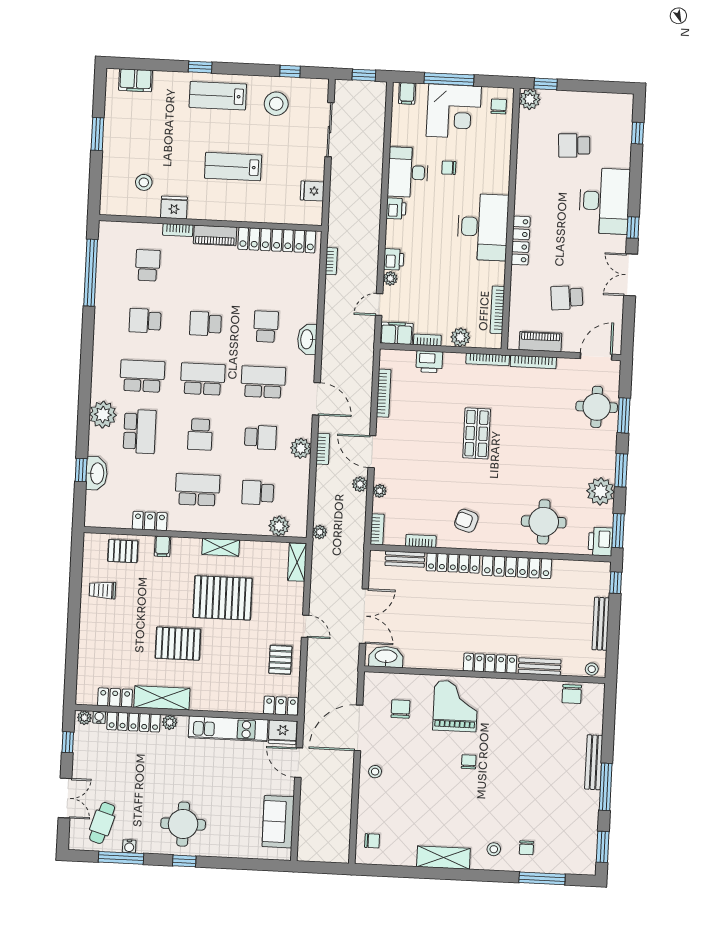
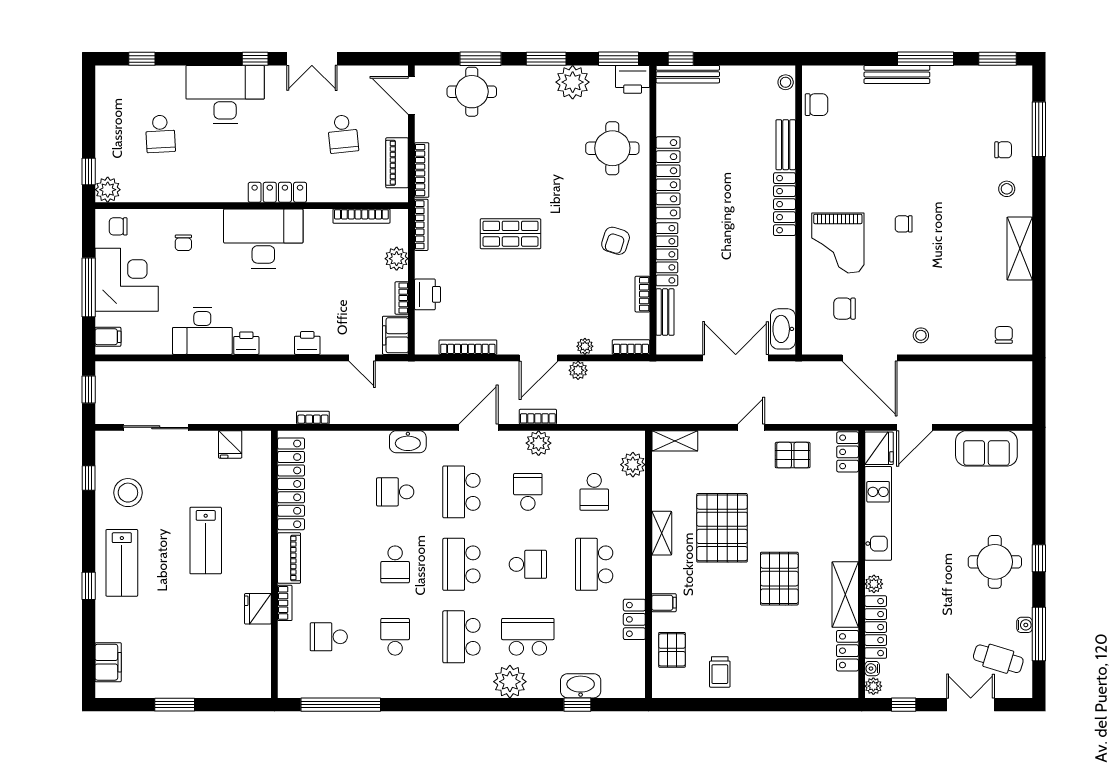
chair: (449, 168) -> (183, 243), moved
stool: (144, 182) -> (230, 646), removed
plant: (390, 278) -> (330, 346), removed
school desk: (145, 321) -> (395, 637), turned 180
plant: (320, 532) -> (638, 416), removed
bench: (601, 624) -> (688, 74), moved
grand piano: (455, 706) -> (838, 243), turned -90

